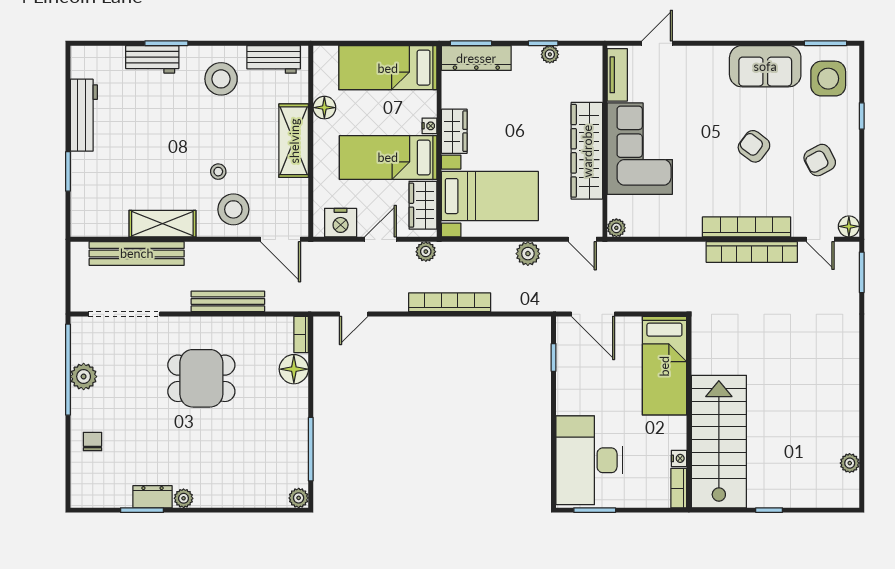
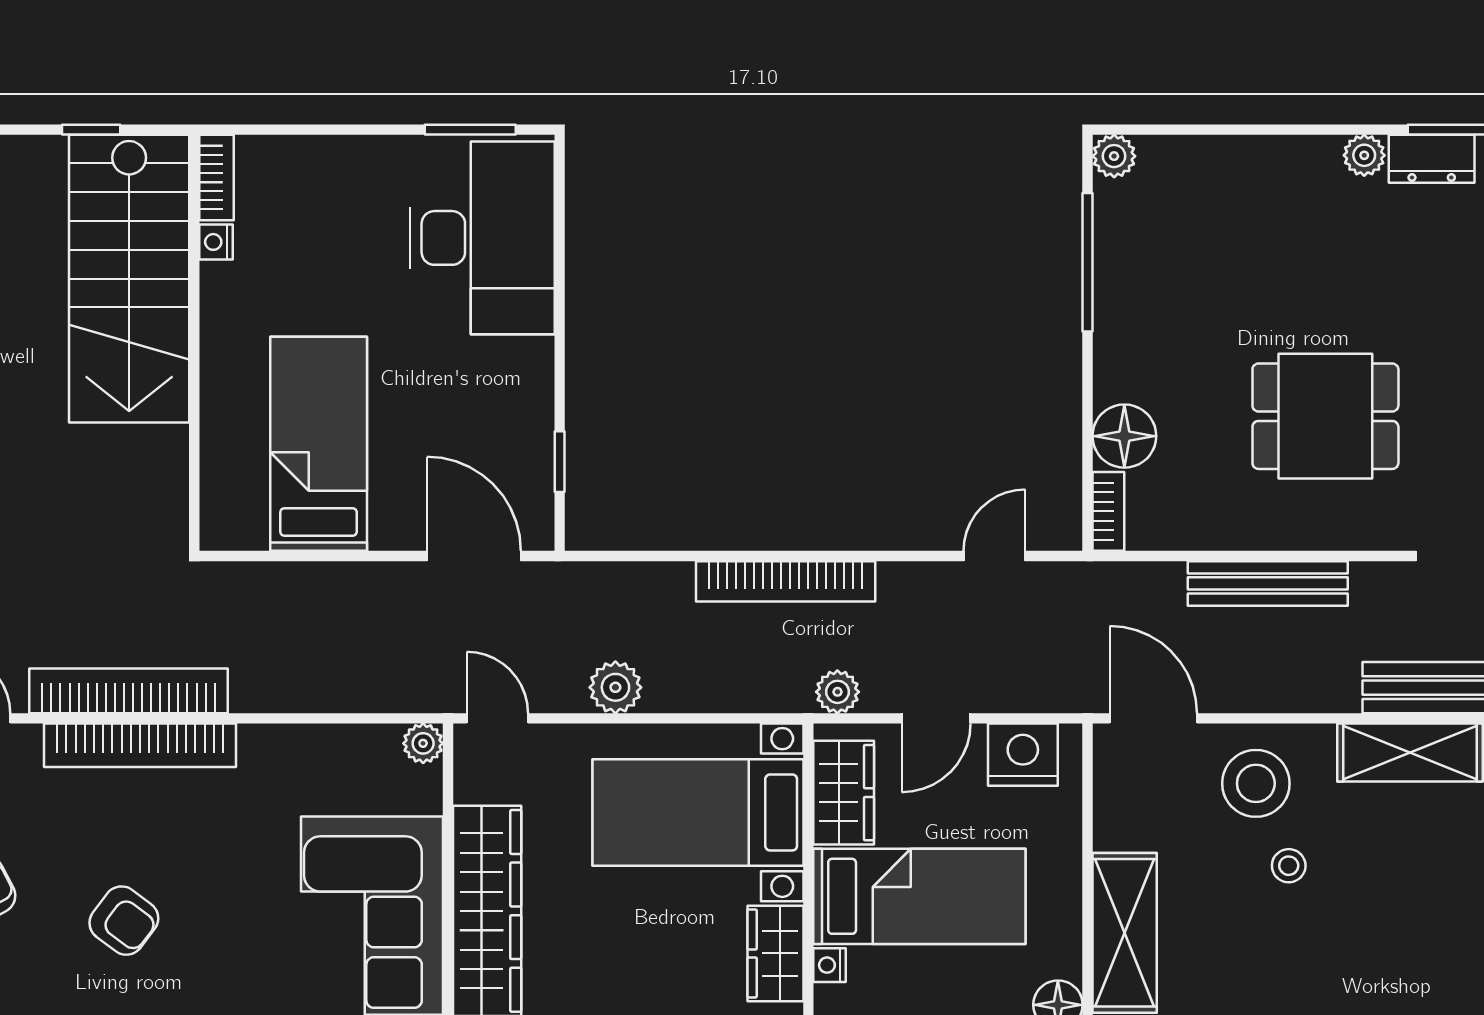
wall: (689, 412) -> (194, 343), moved
stairs: (719, 442) -> (129, 279), moved
nightstand: (679, 458) -> (216, 242), moved
bookcase: (679, 488) -> (216, 178), moved

